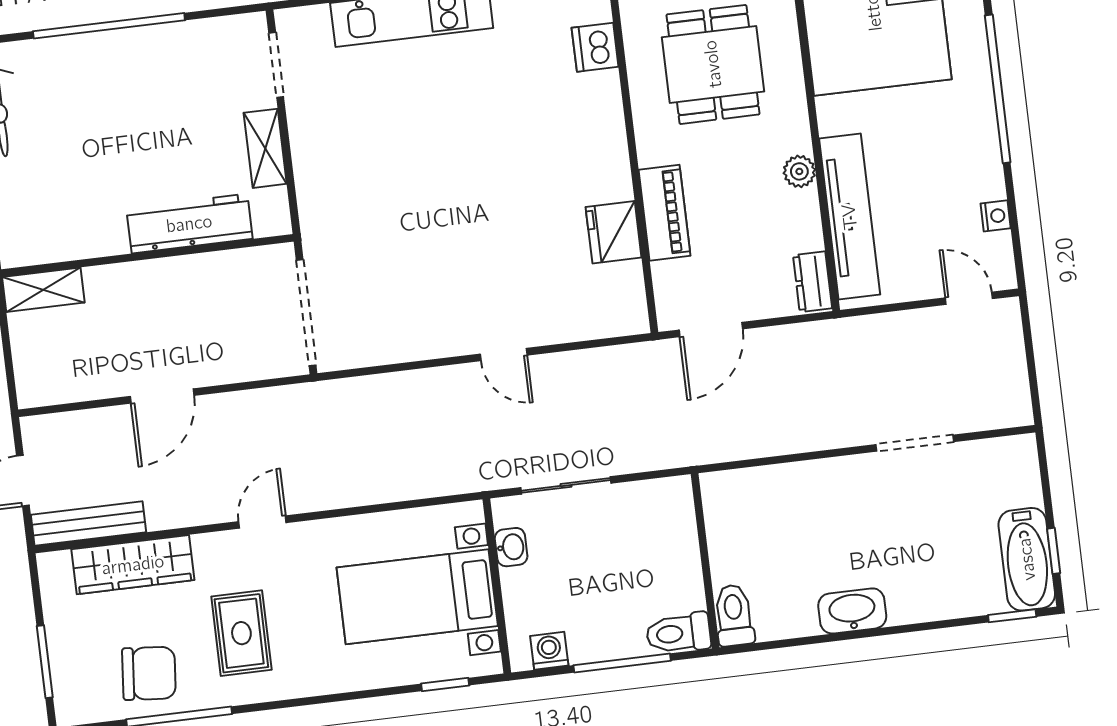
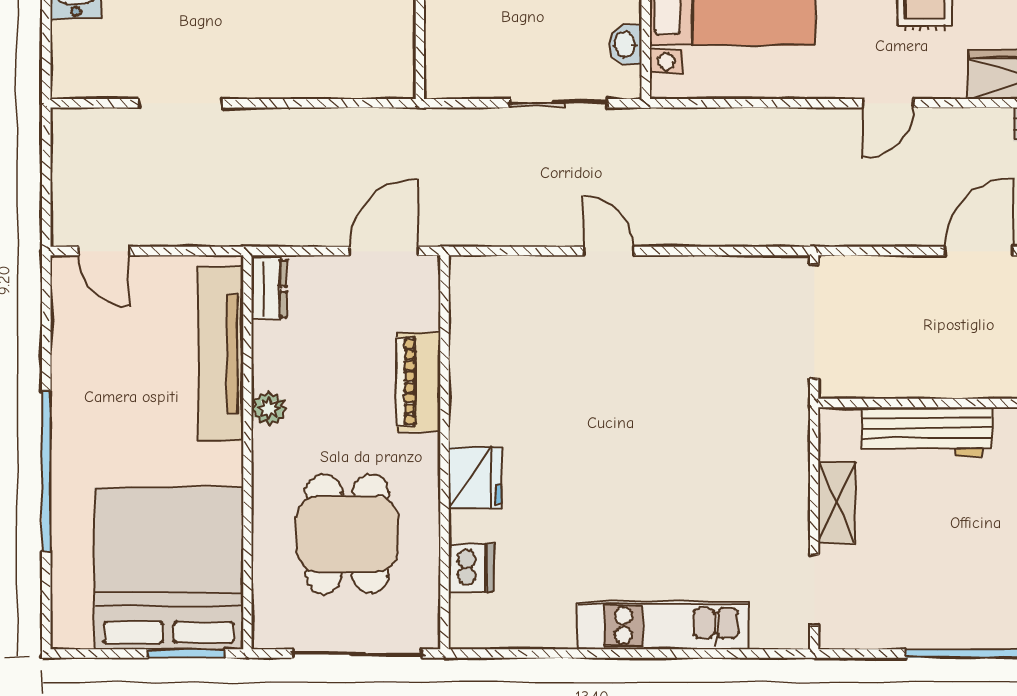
nightstand: (996, 216) -> (65, 336), removed
fridge: (614, 232) -> (475, 478), moved

